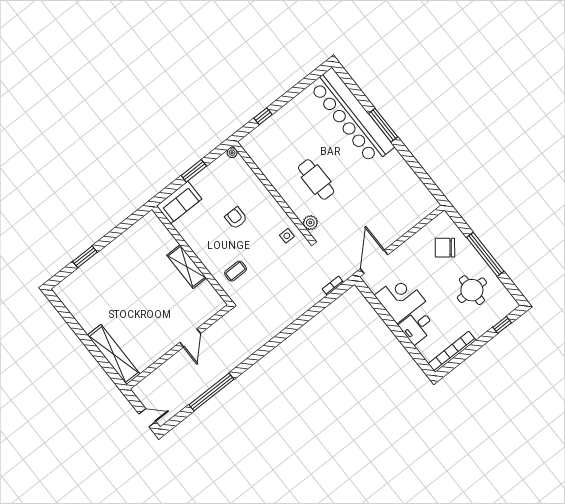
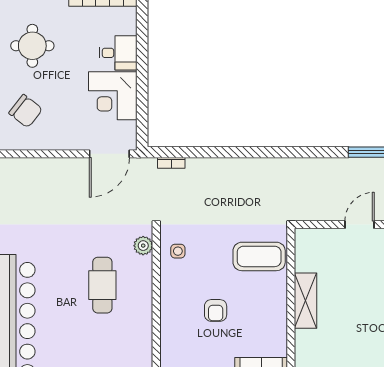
coffee table: (235, 271) -> (259, 256), width x1.86, depth x1.72

